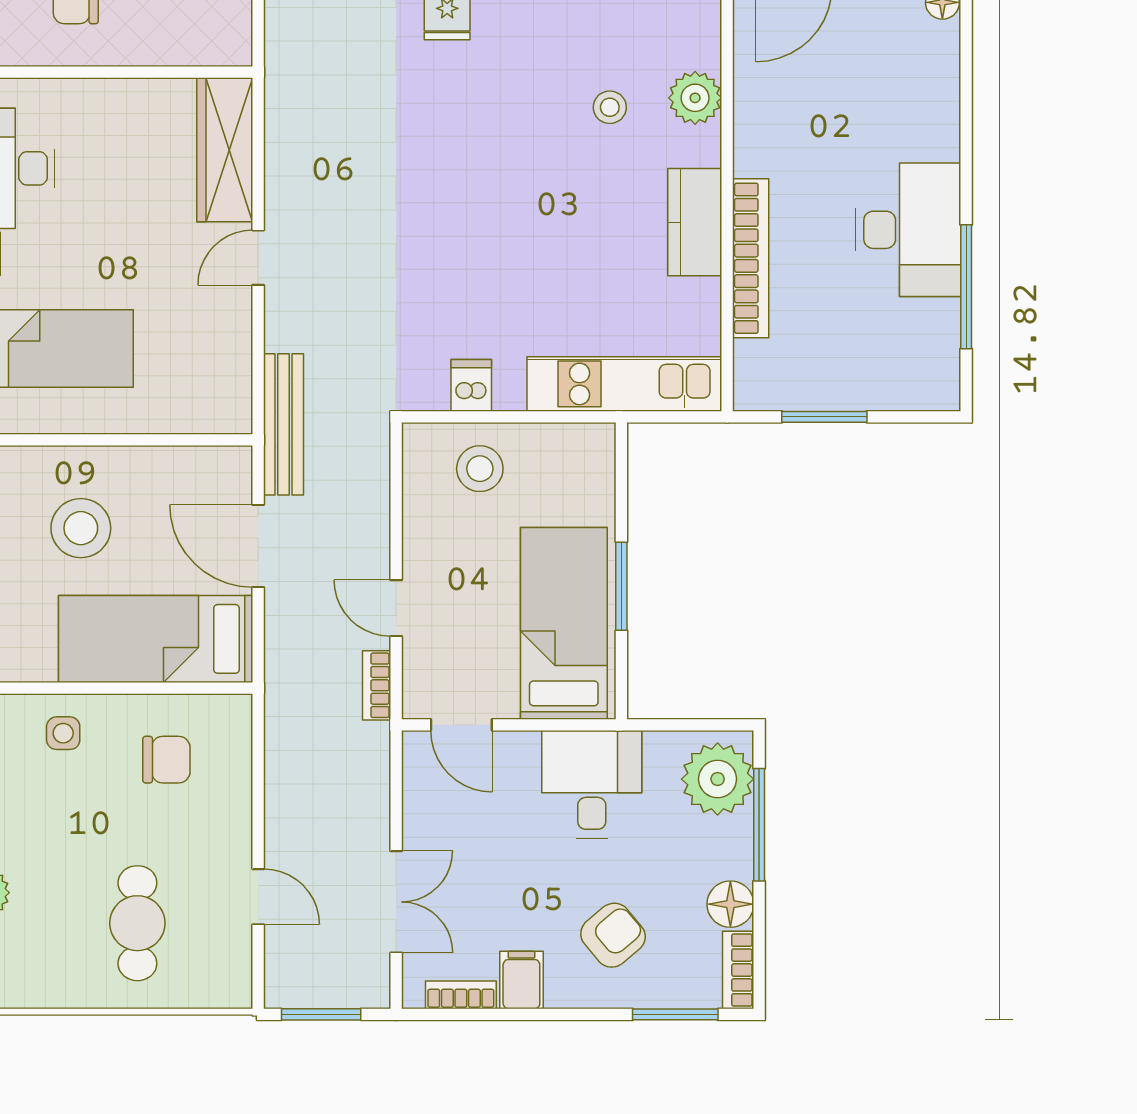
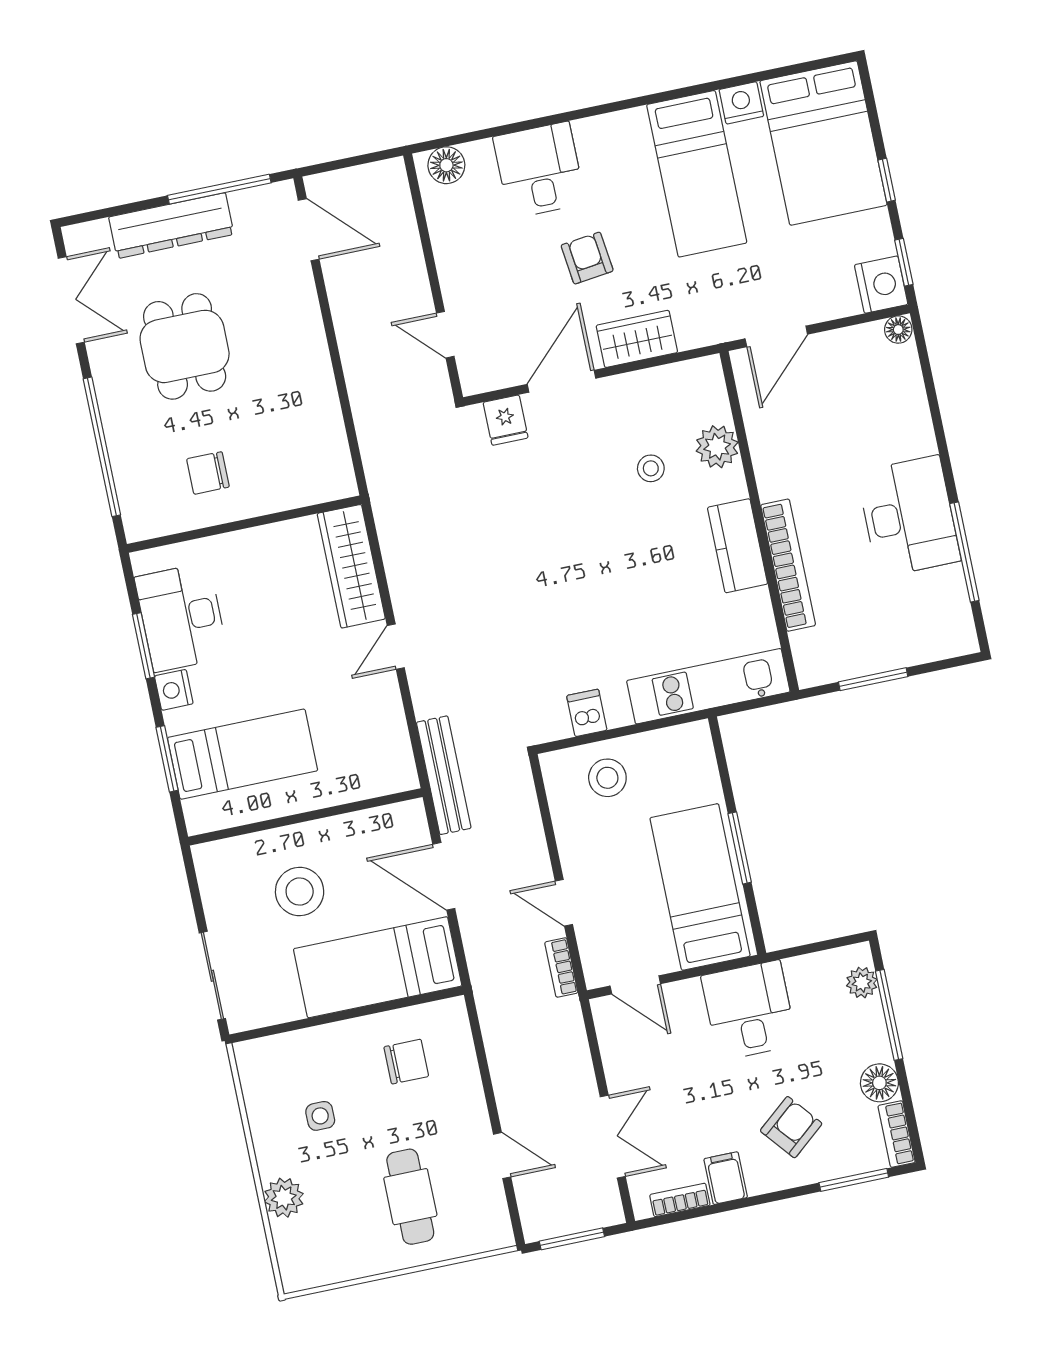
side table: (63, 733) -> (320, 1116), moved
plant: (718, 779) -> (862, 983), width x0.53, depth x0.53

